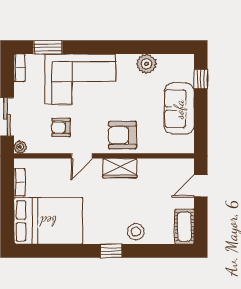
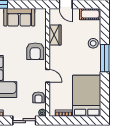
armchair: (61, 127) -> (38, 97), moved
wardrobe: (120, 168) -> (55, 35), moved
window: (111, 251) -> (105, 58), width x2.17

